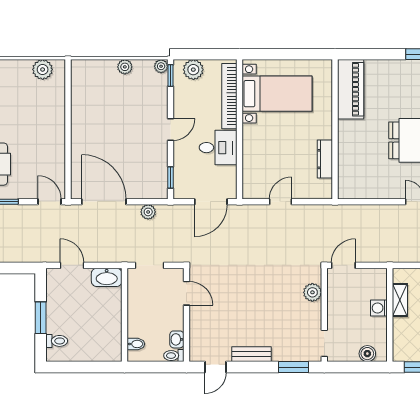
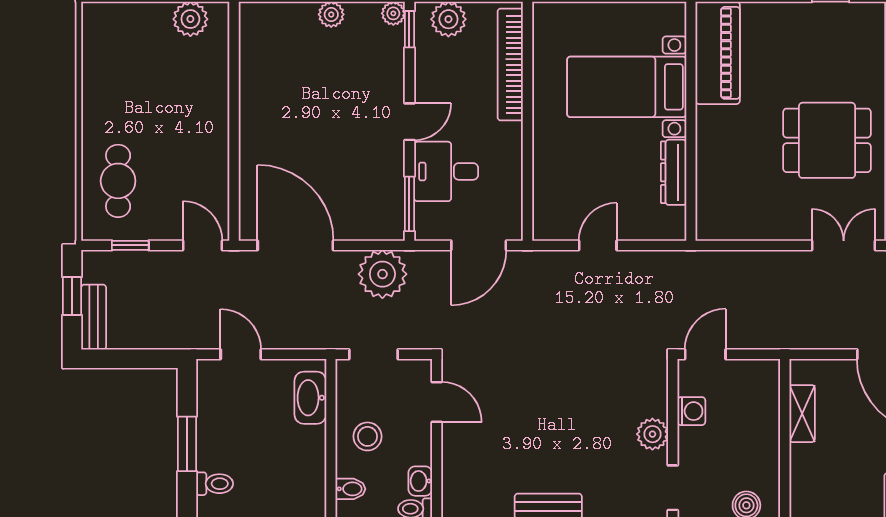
bed with nightstands: (277, 94) -> (627, 87), moved, turned 180
desk: (218, 148) -> (446, 171), moved, turned 180
window: (171, 178) -> (409, 204), width x1.50
plant: (148, 212) -> (382, 274), width x1.88, depth x1.88
washbasin: (107, 277) -> (310, 398), moved, turned 90
plant: (312, 292) -> (652, 434), moved
washing machine: (379, 308) -> (691, 411), moved, turned 180
stool: (146, 313) -> (367, 436), added

